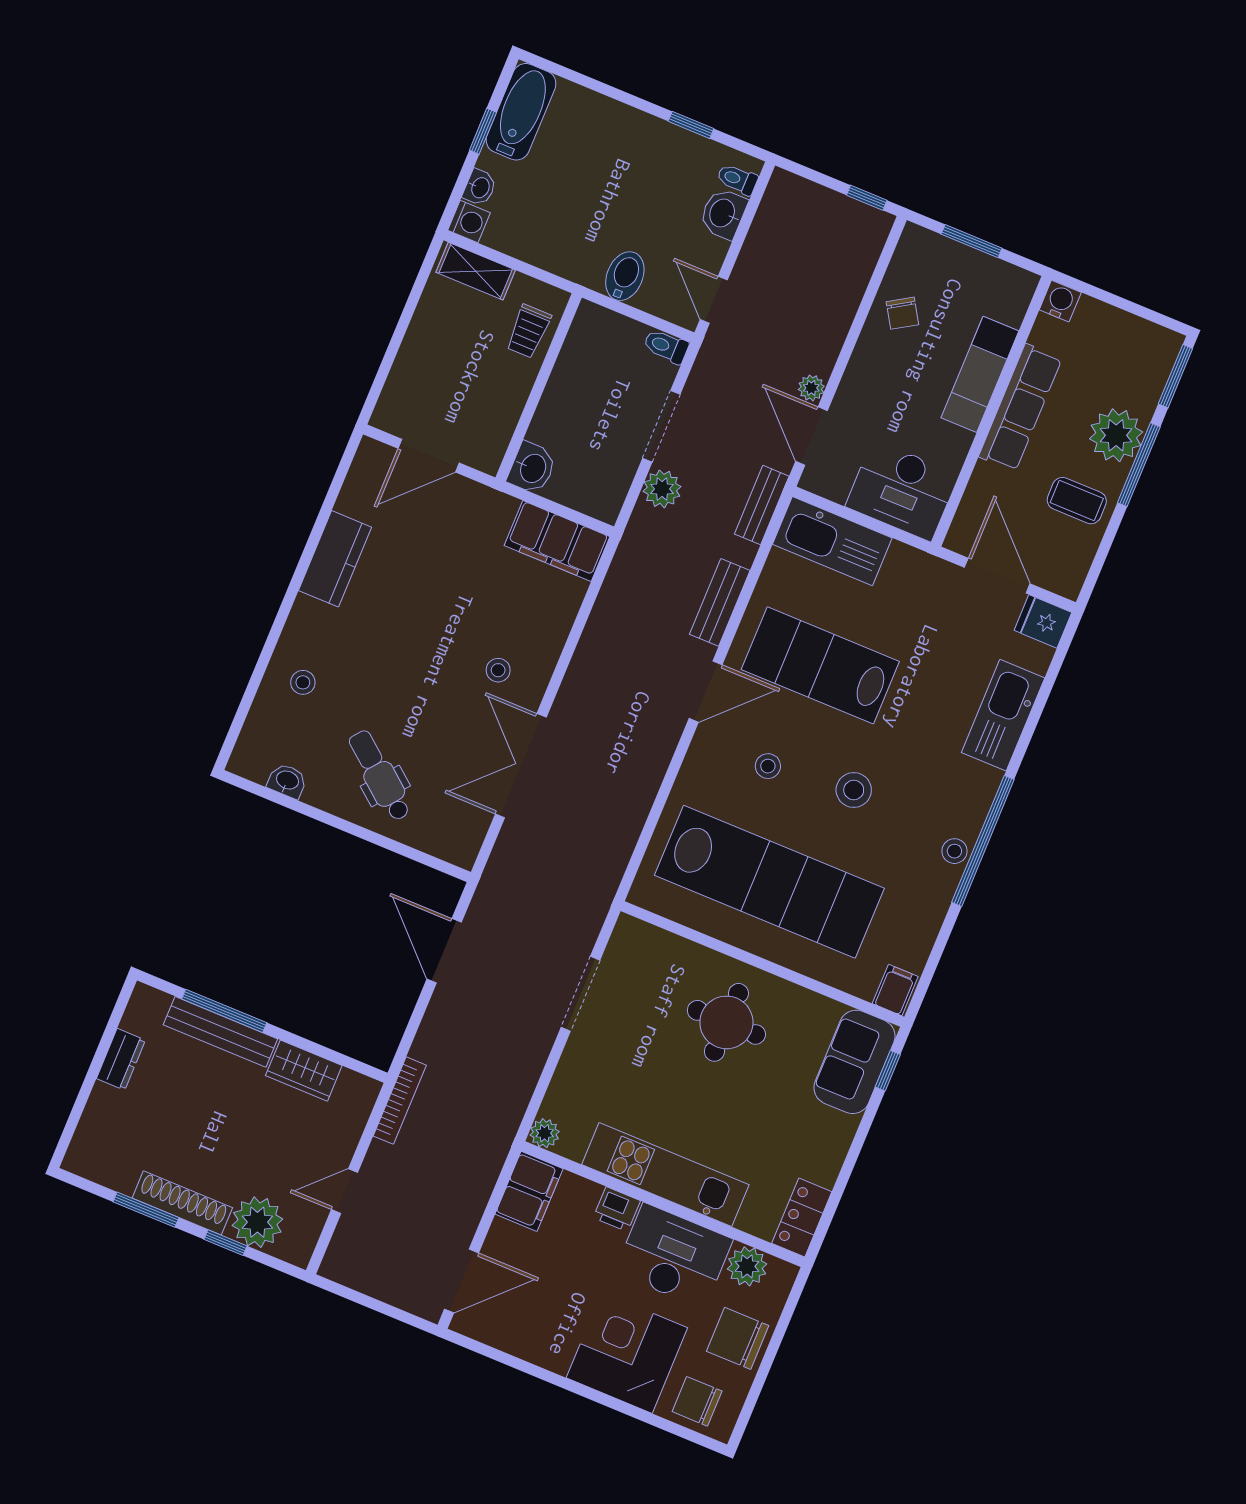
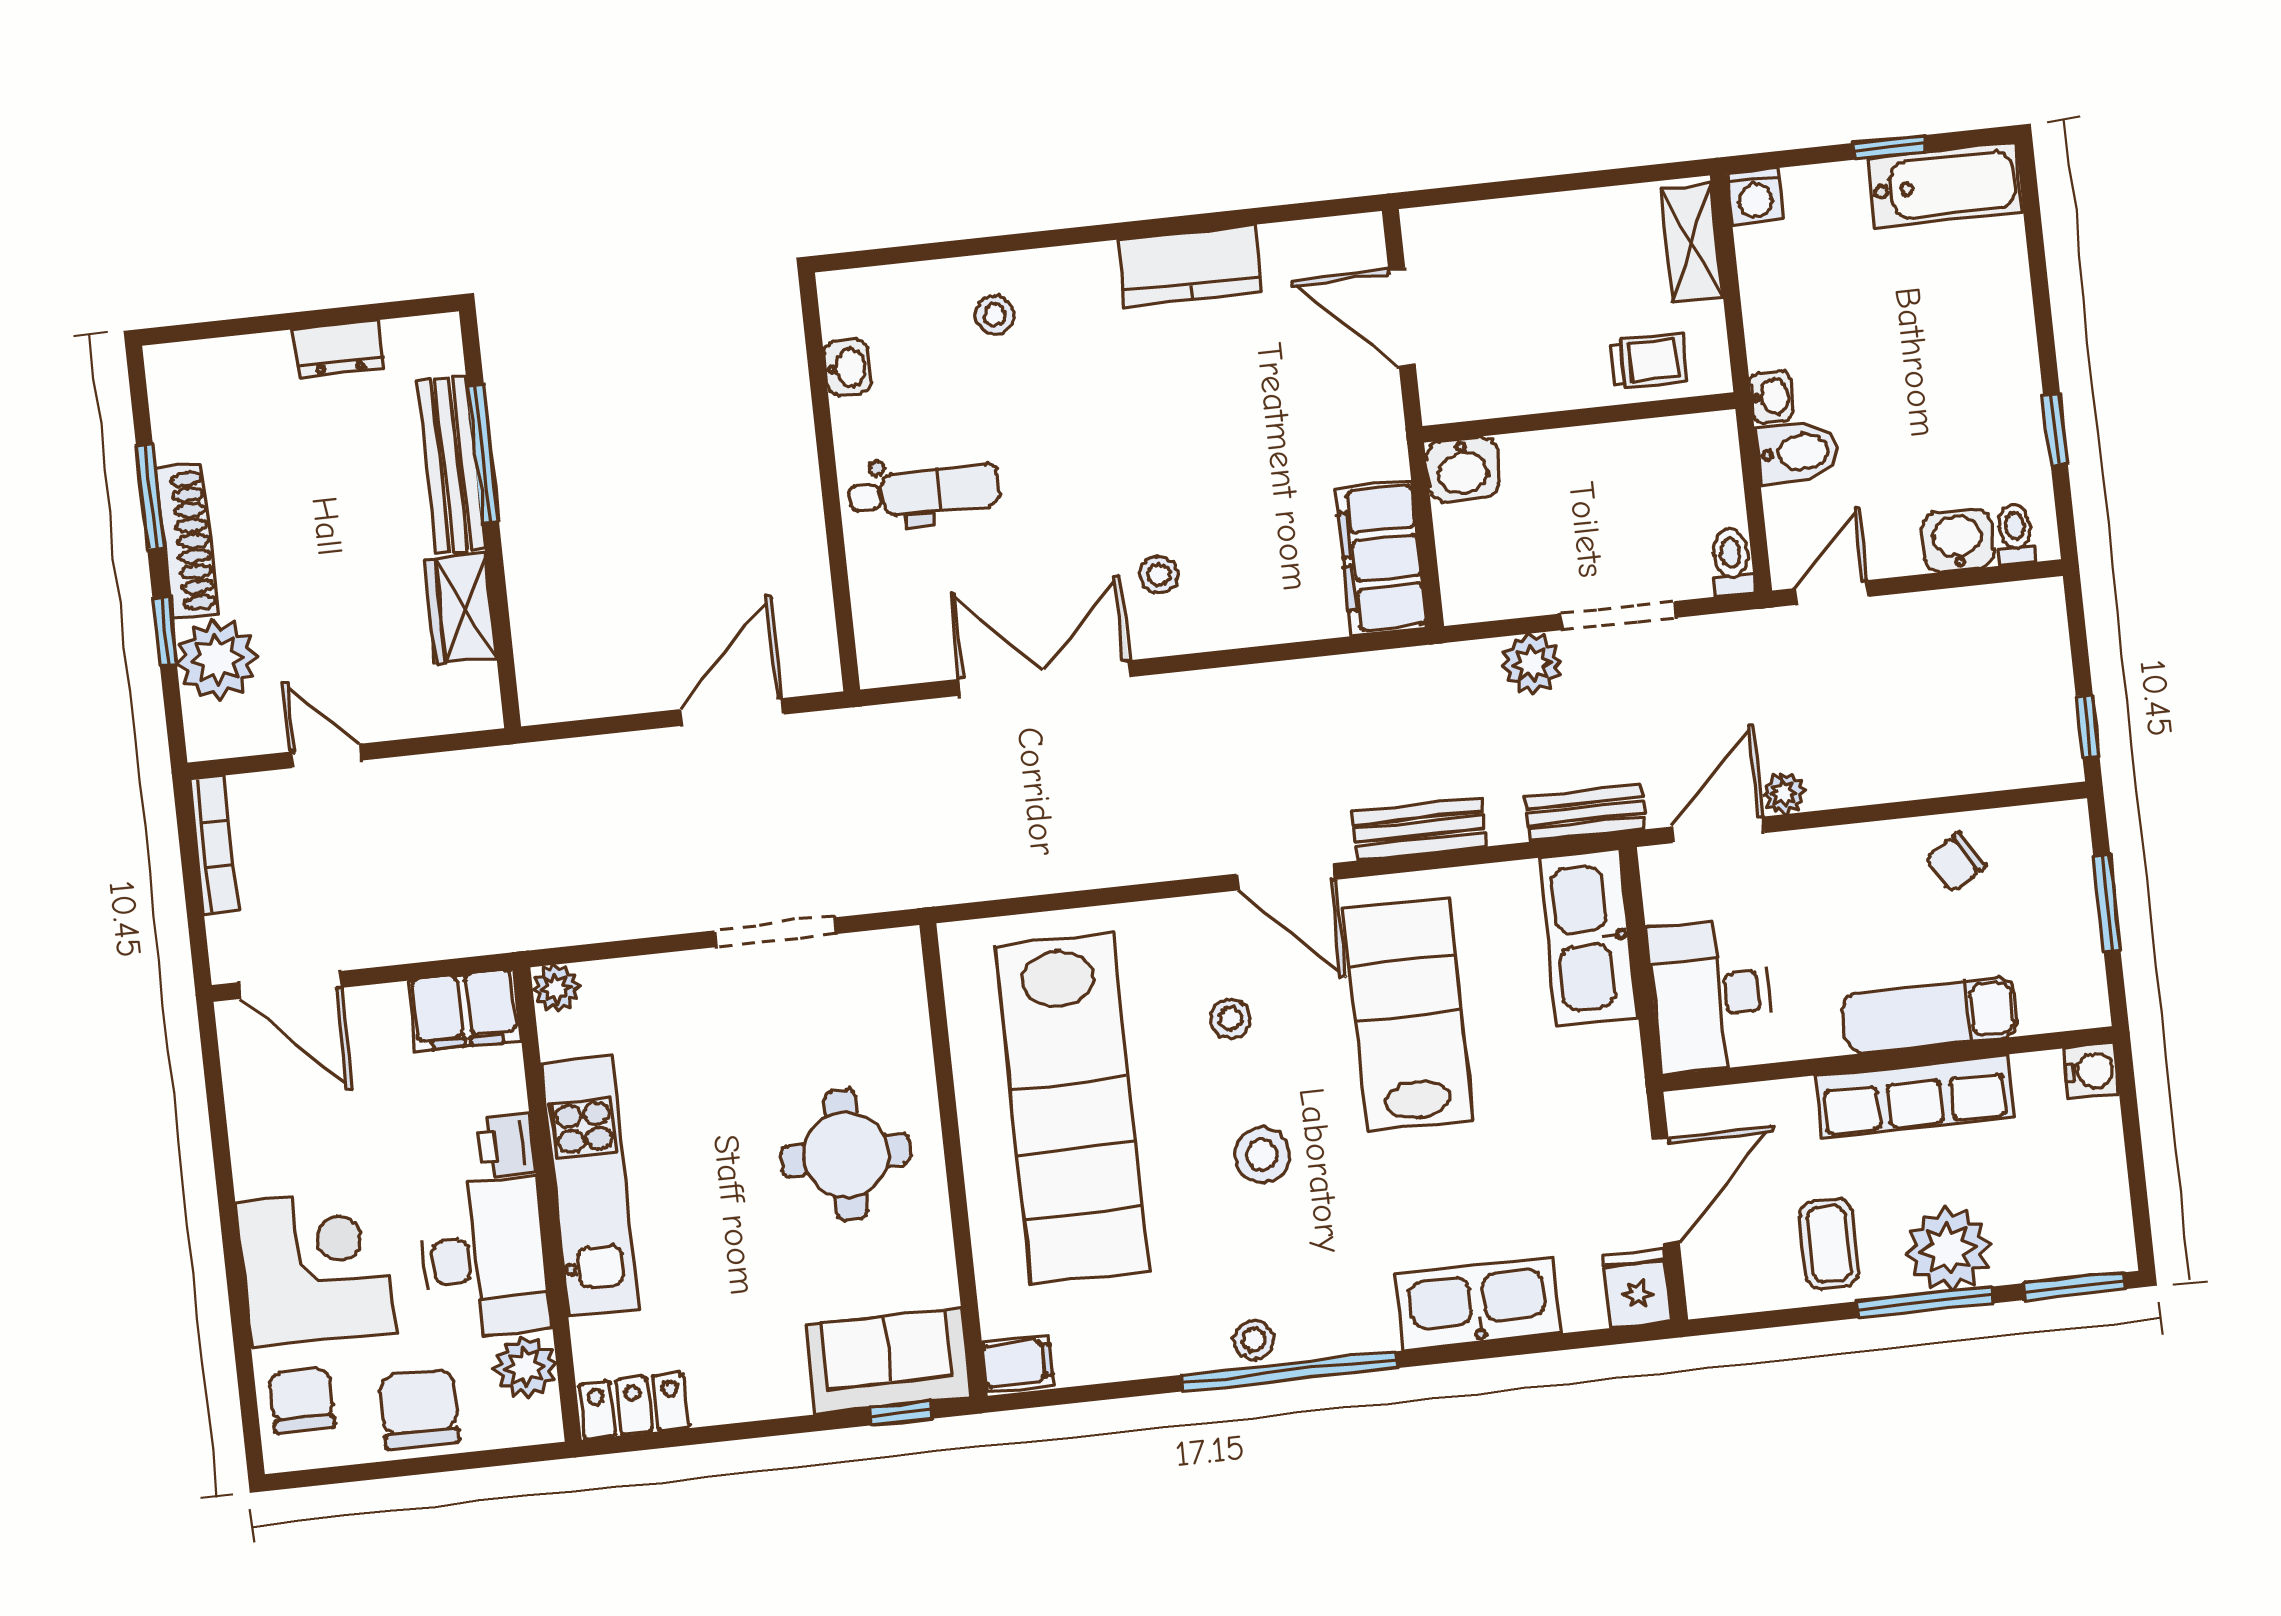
washbasin: (480, 187) -> (1772, 397), moved, turned -90
trolley: (528, 331) -> (1649, 361), turned 180
dental chair: (380, 776) -> (924, 491), turned 51
bookcase: (400, 1101) -> (214, 845), moved, turned -90

